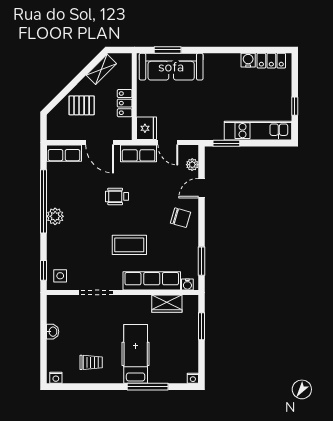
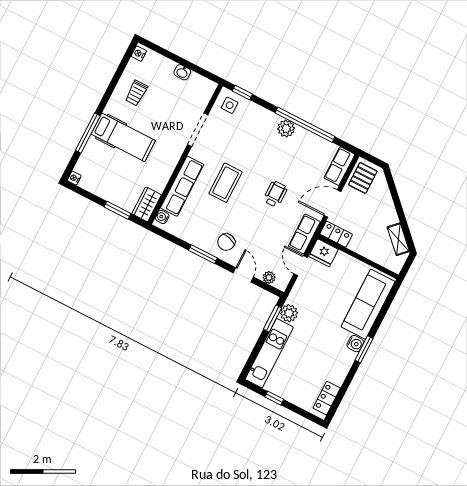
window: (168, 50) -> (364, 349), moved
water cooler: (248, 60) -> (355, 344), moved
locker: (125, 103) -> (336, 234), moved
pallet: (82, 105) -> (363, 178), moved
plant: (214, 131) -> (289, 313), added
door: (168, 142) -> (301, 266), hinge flipped
window: (202, 261) -> (203, 254), moved
wardrobe: (167, 304) -> (147, 204), moved

